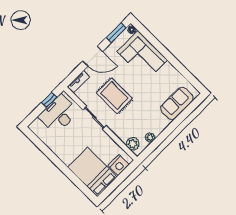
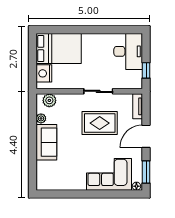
sofa: (177, 103) -> (46, 142), moved
desk: (59, 114) -> (128, 51), moved

